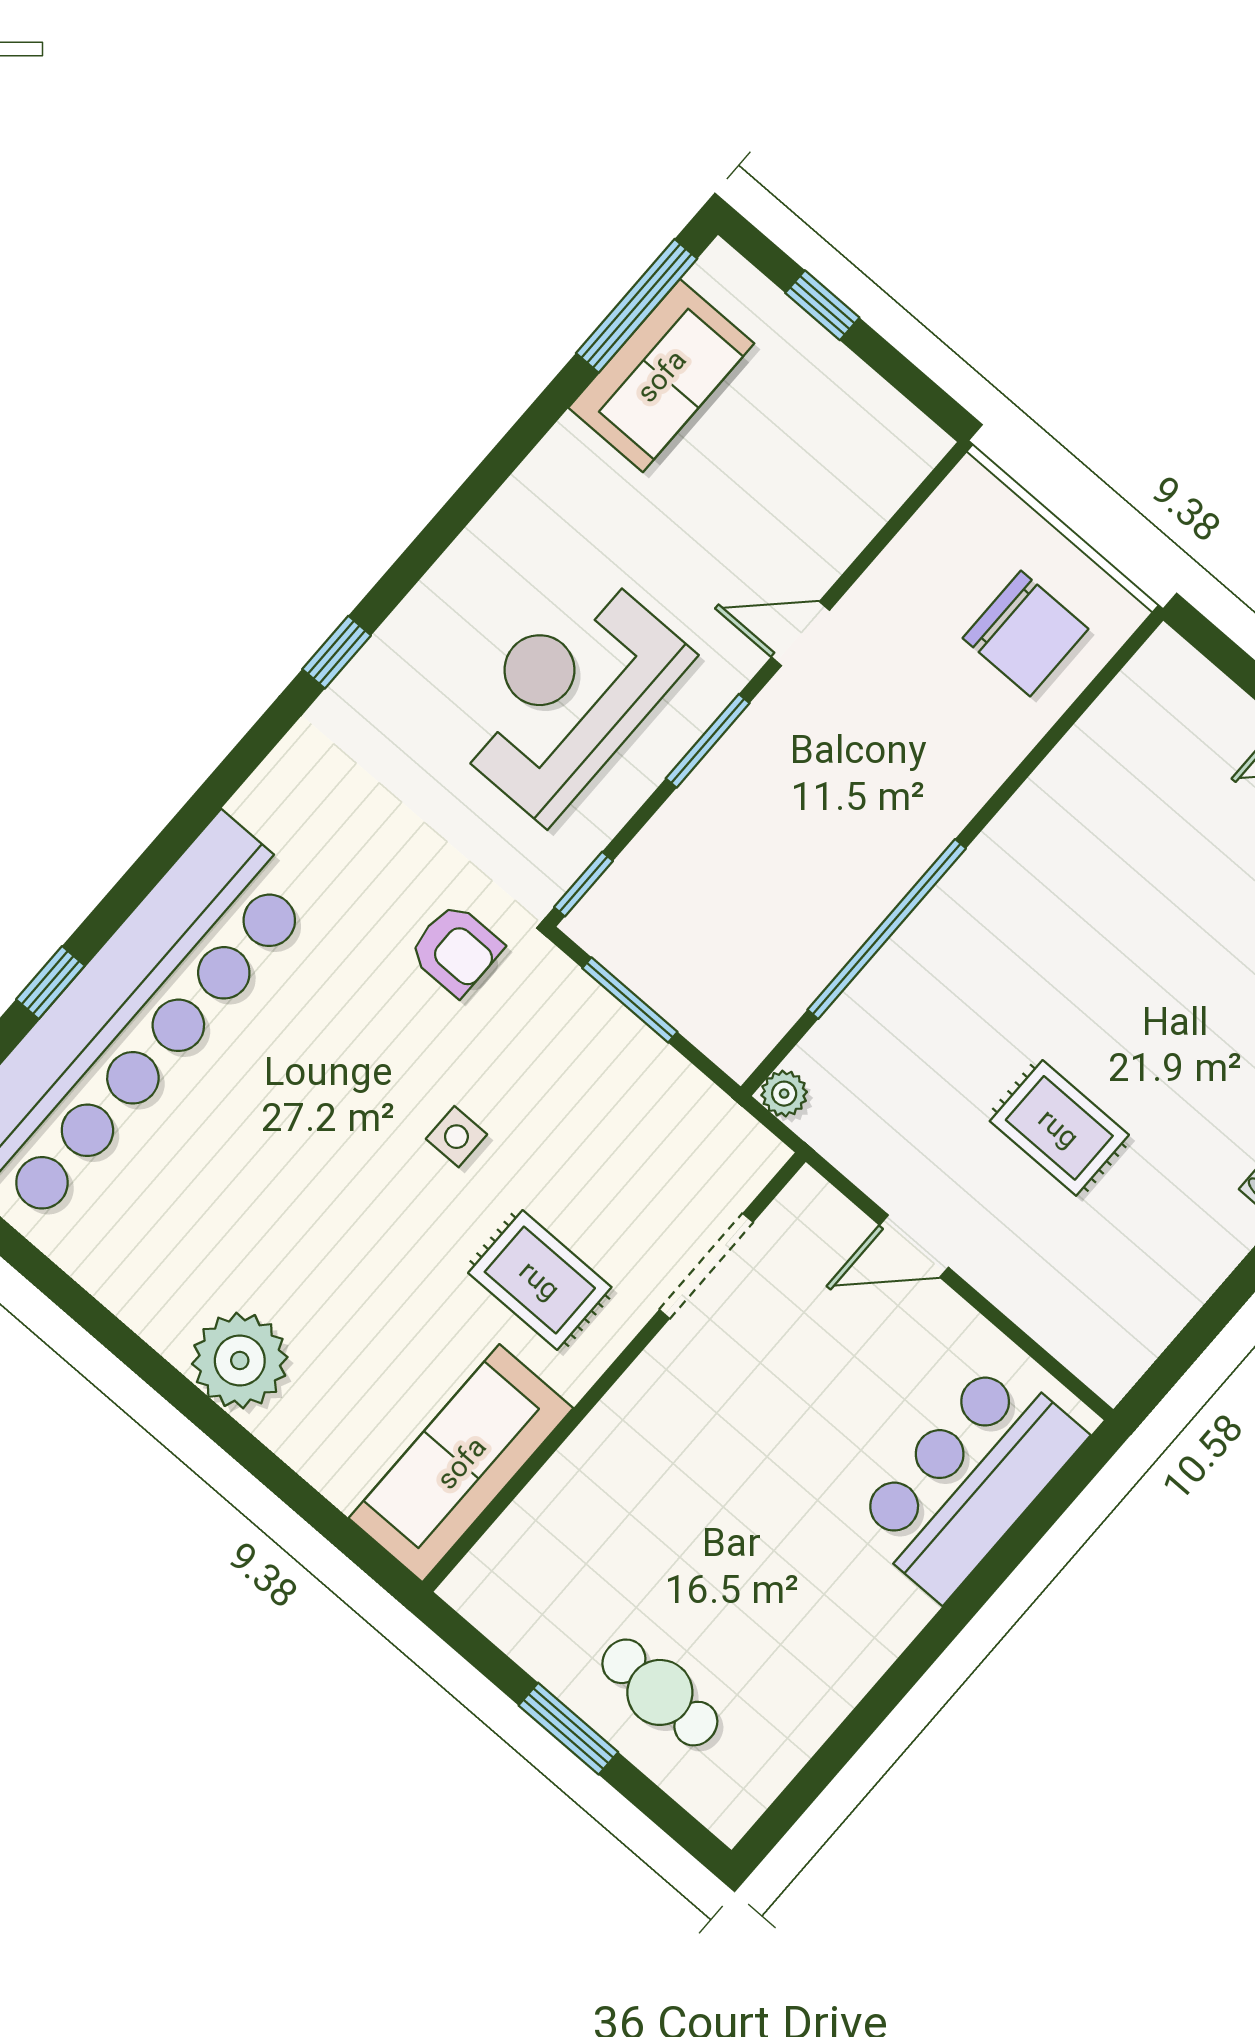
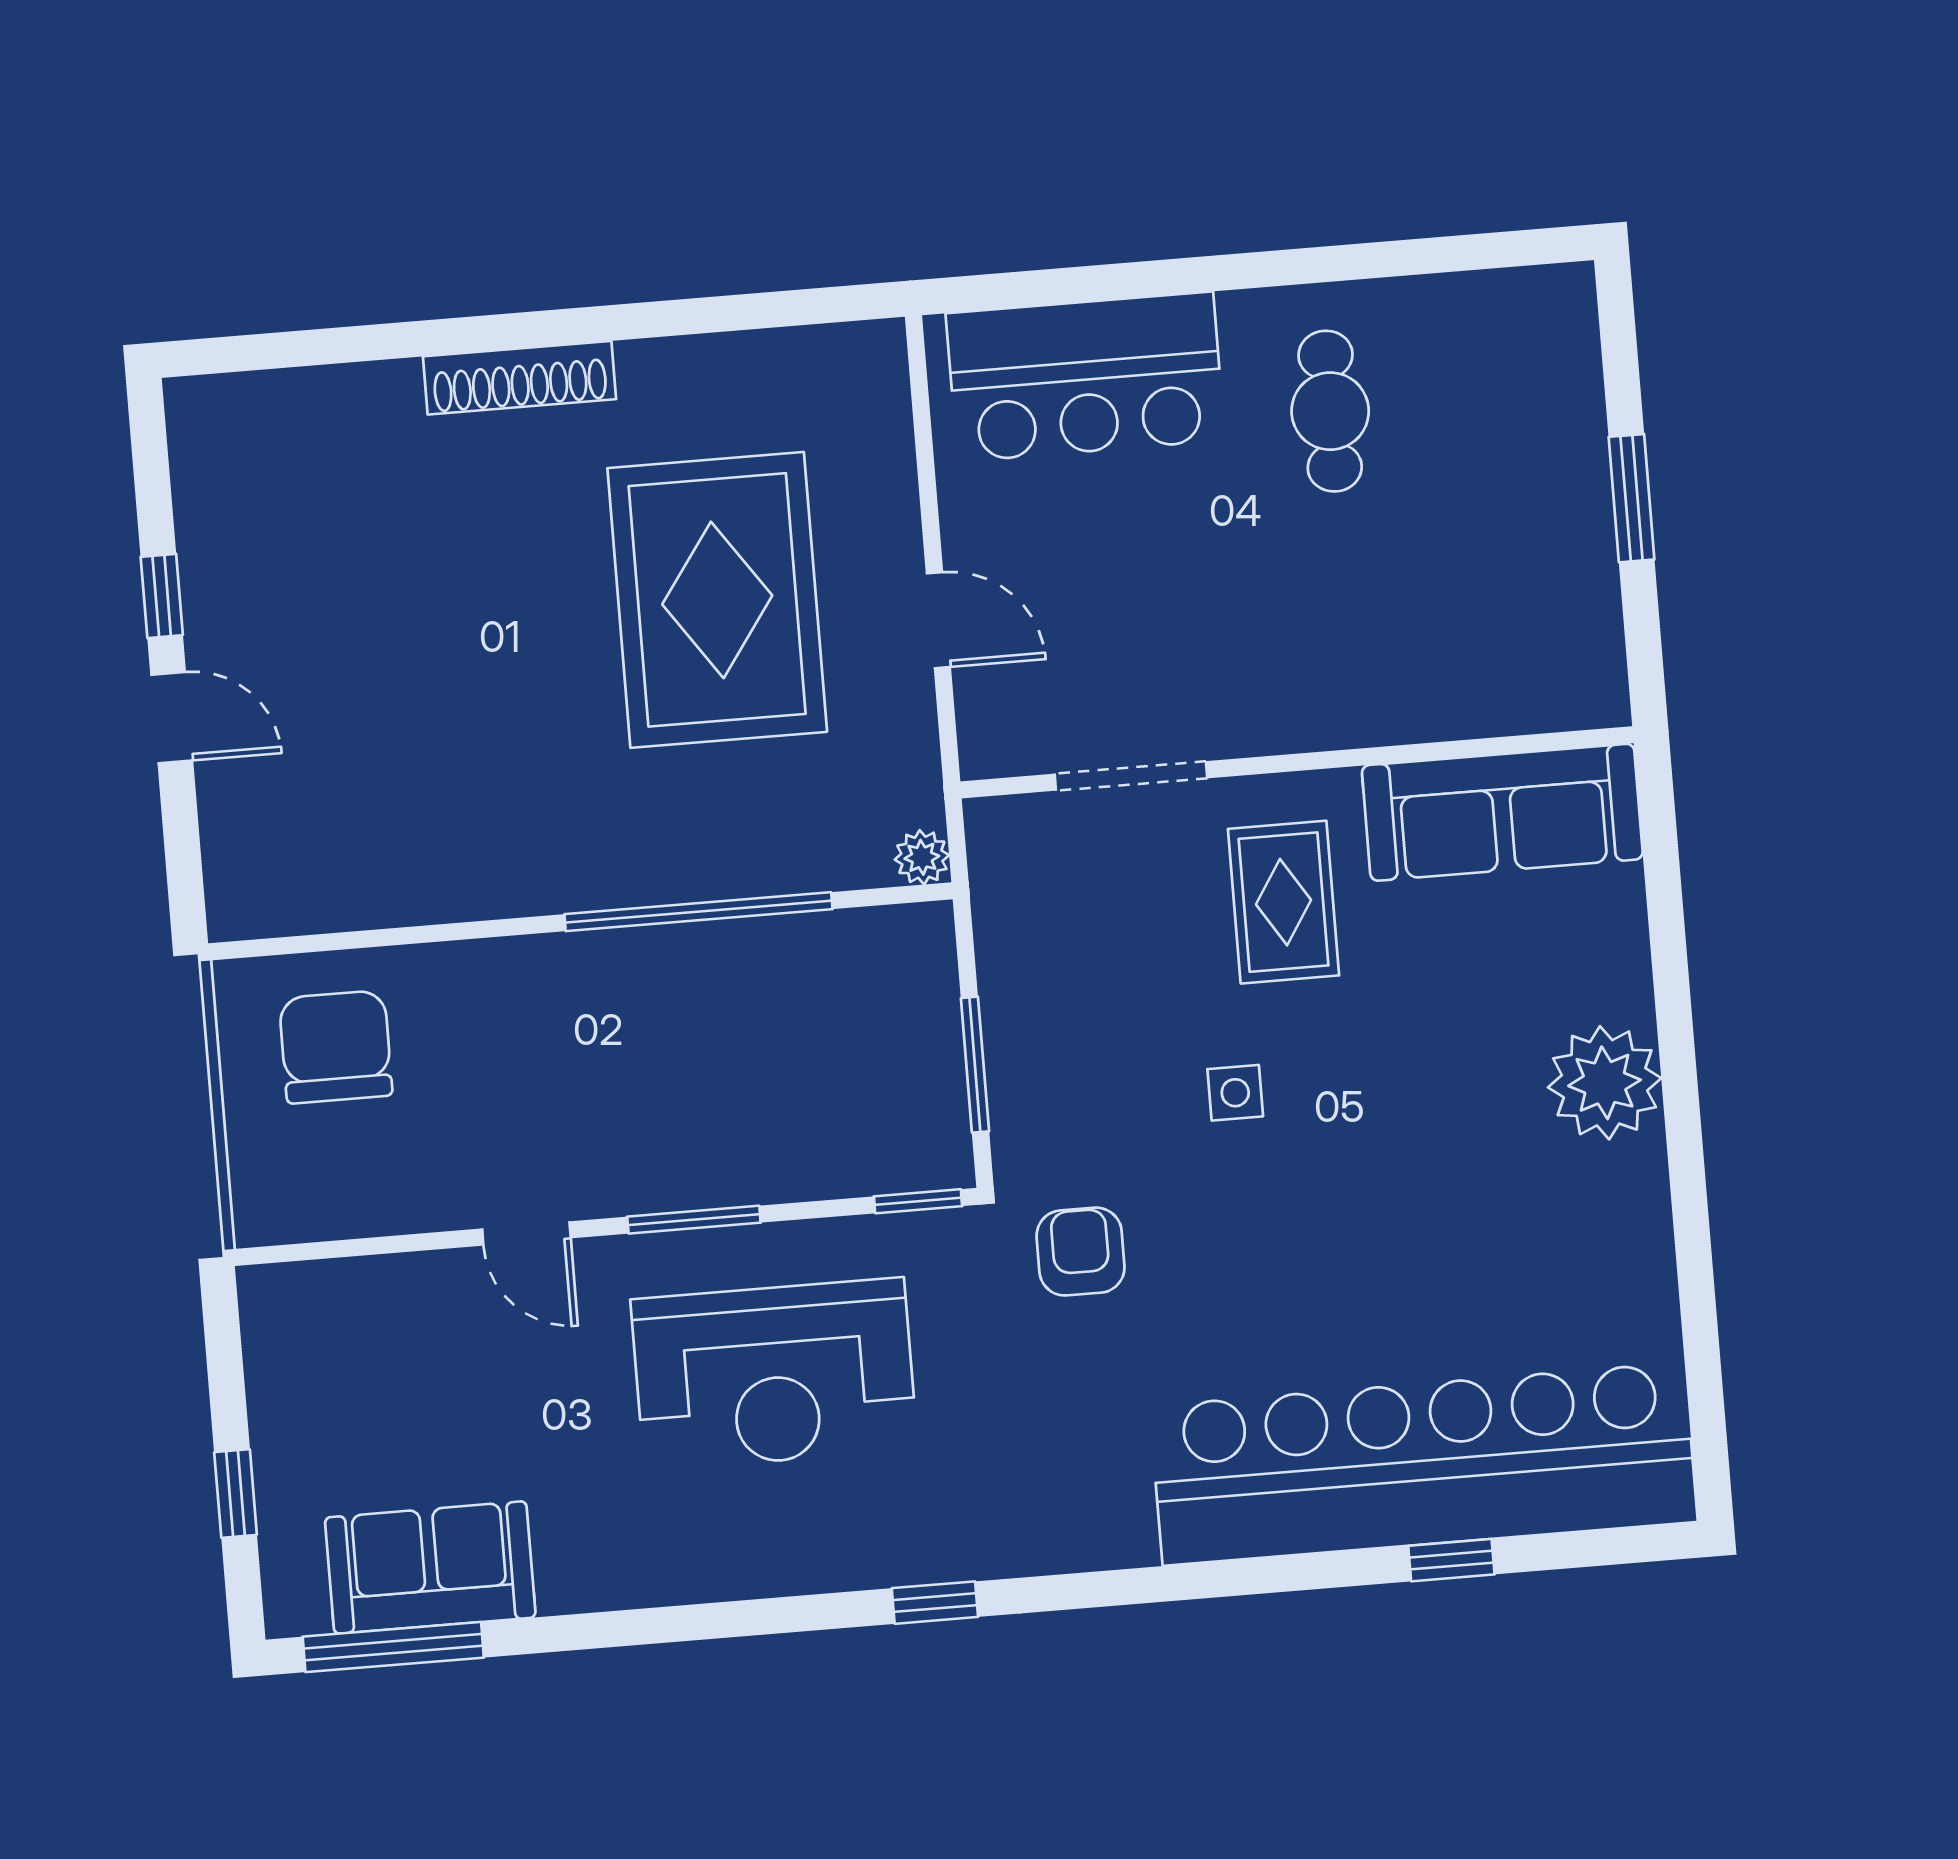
rug: (1059, 1128) -> (717, 600), width x1.86, depth x2.06
cafe table: (660, 1692) -> (1330, 411), moved

